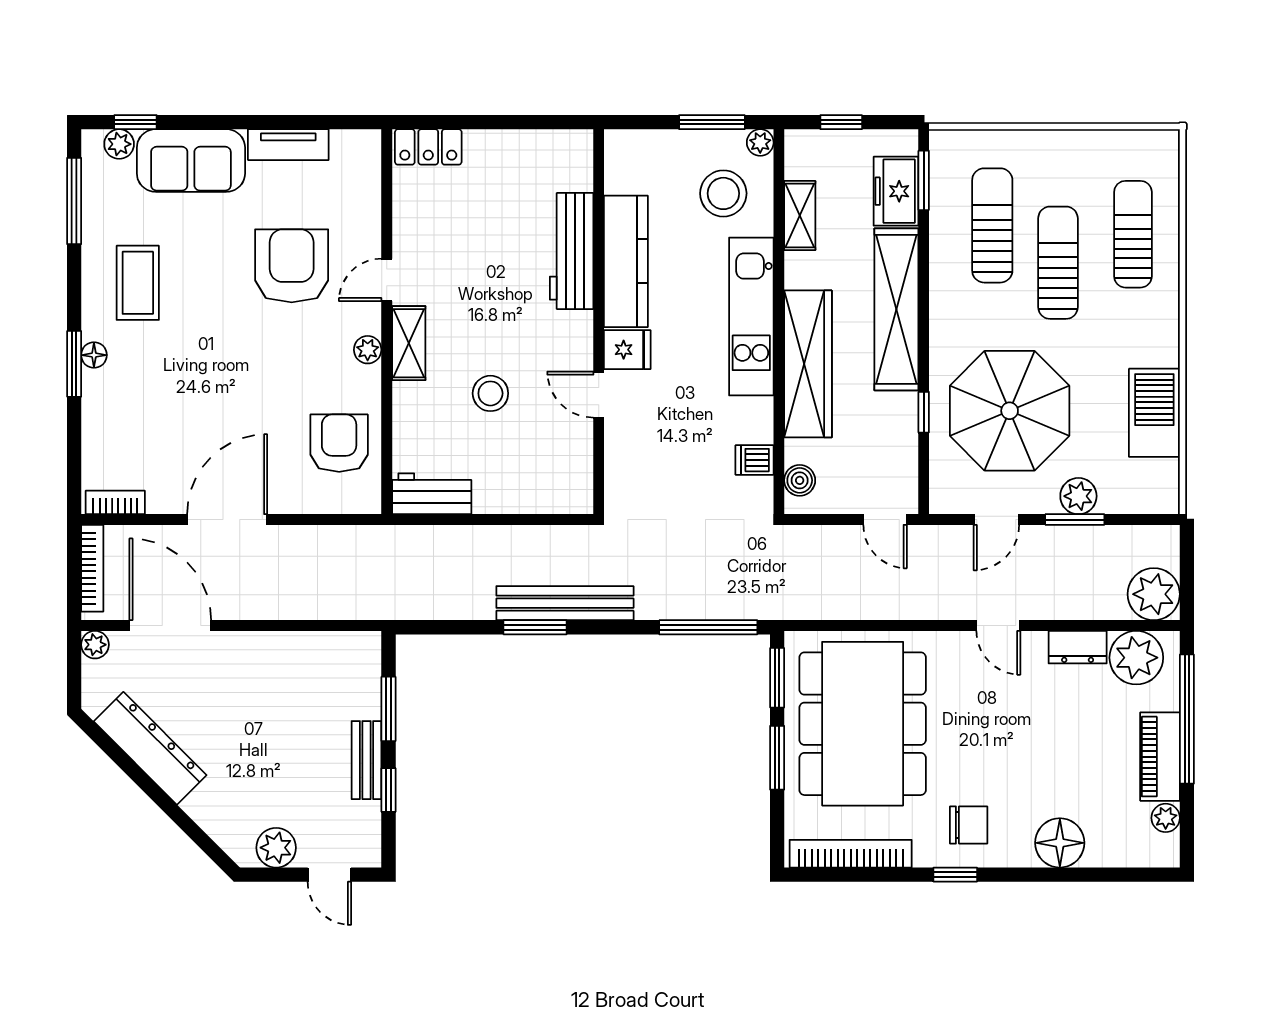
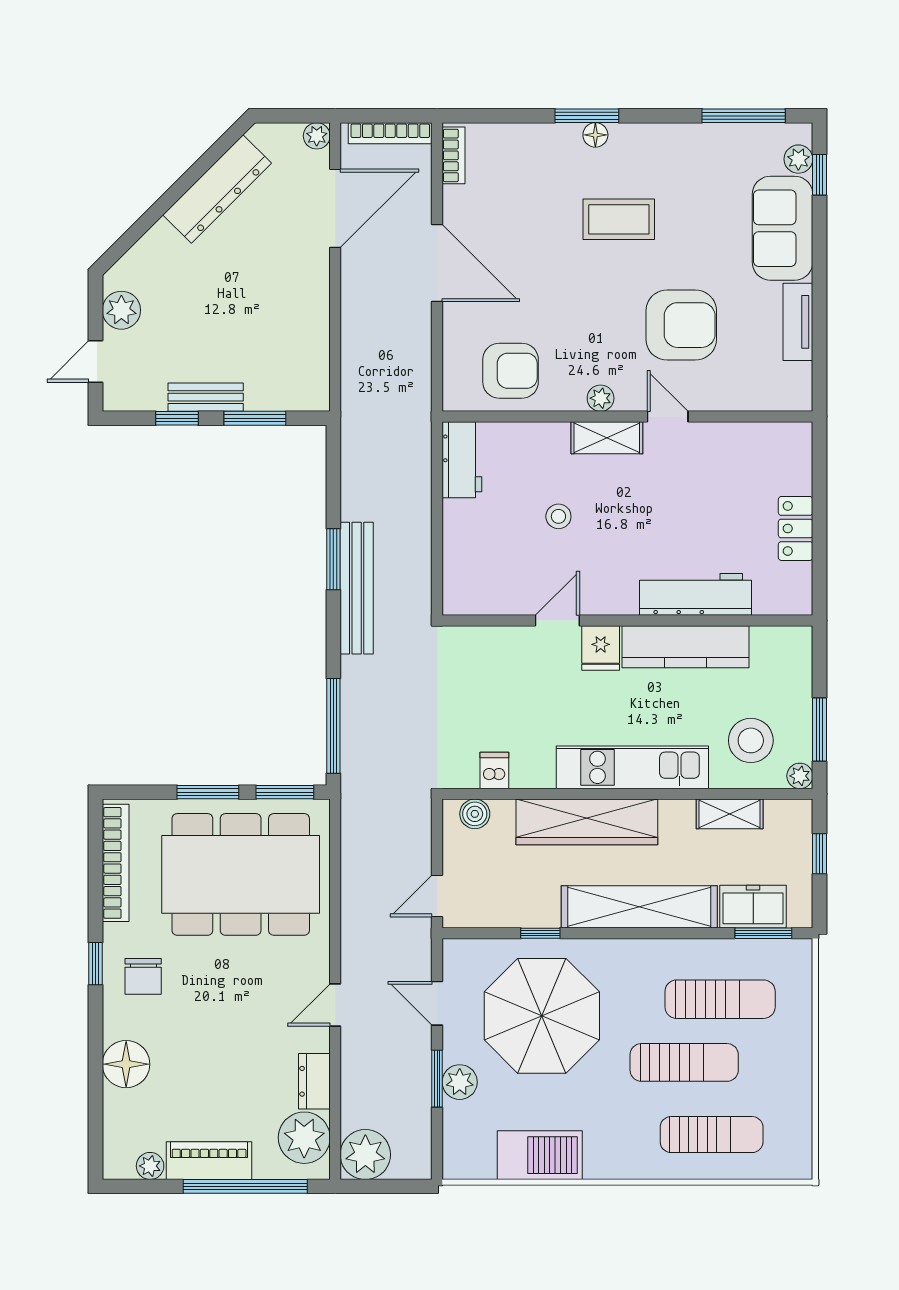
locker: (428, 147) -> (796, 528), moved
coffee table: (138, 283) -> (619, 219), moved
stool: (490, 393) -> (558, 516), width x0.73, depth x0.73

